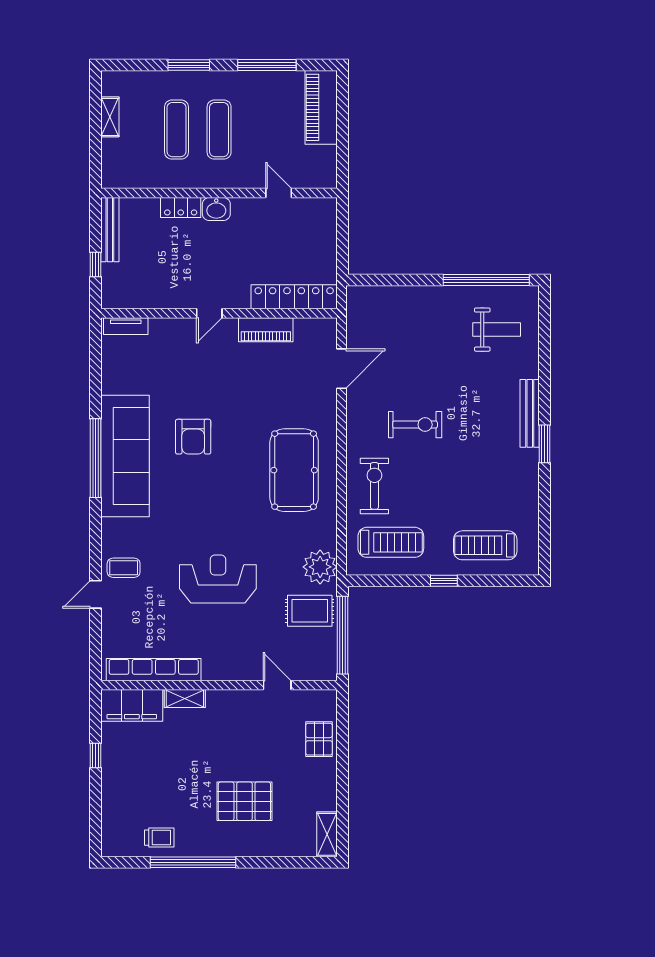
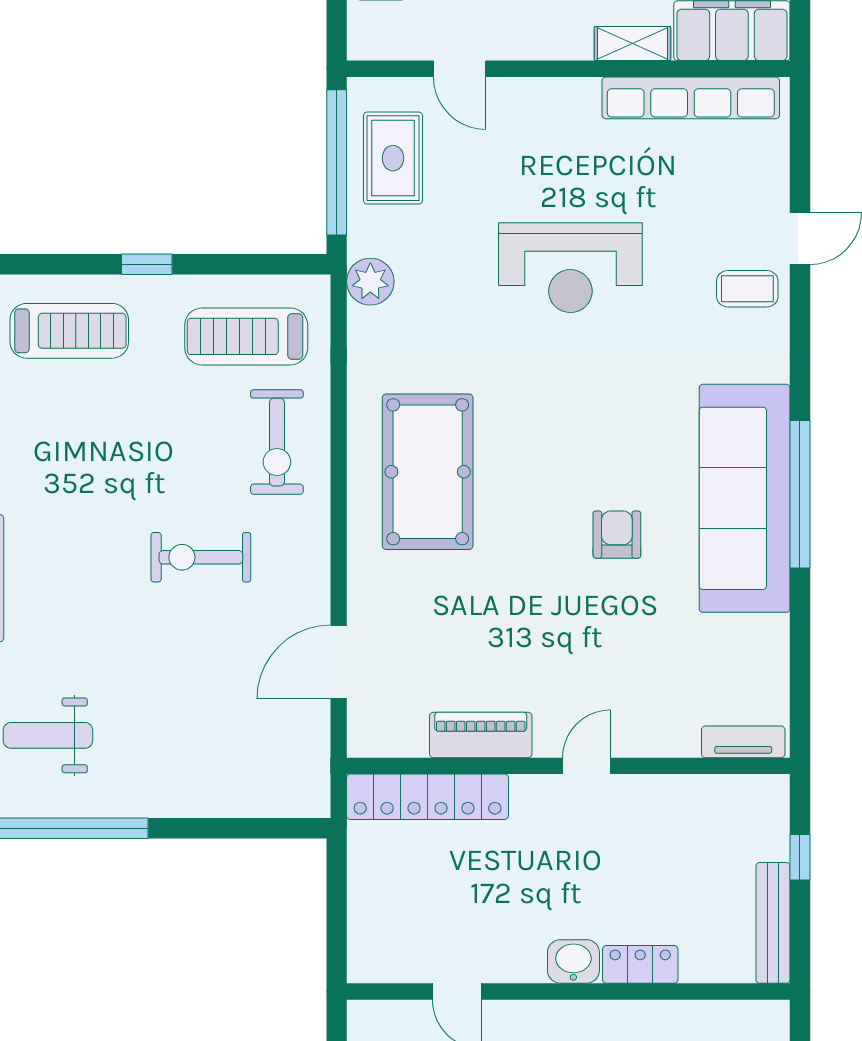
armchair: (193, 437) -> (617, 535), width x0.72, depth x0.72
plant: (320, 567) -> (370, 282), width x0.73, depth x0.73
rug: (310, 611) -> (393, 158), moved, turned 90

